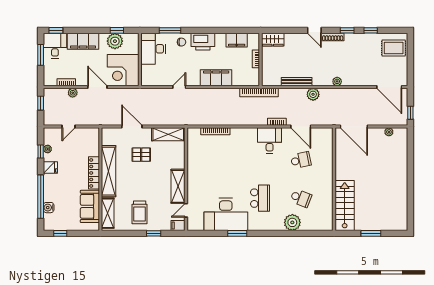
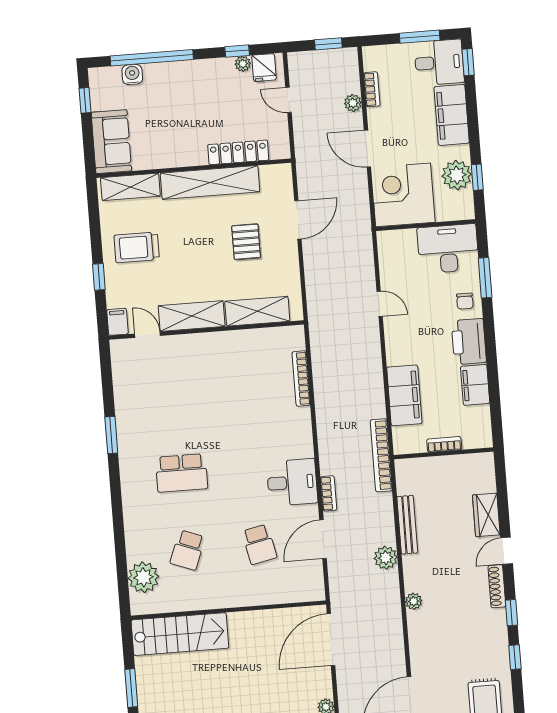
filing cabinet: (237, 40) -> (475, 385), moved
wardrobe: (273, 40) -> (486, 515), moved
filing cabinet: (216, 78) -> (404, 395), moved
door: (97, 87) -> (367, 149), swing flipped
shelving: (168, 134) -> (257, 311), moved, turned 90
fridge: (50, 167) -> (264, 68), moved
locker: (94, 173) -> (238, 152), moved
sofa: (90, 206) -> (111, 142), moved, turned 90
desk: (226, 214) -> (146, 411), removed
plant: (292, 222) -> (143, 577), moved

